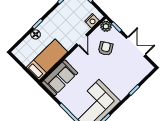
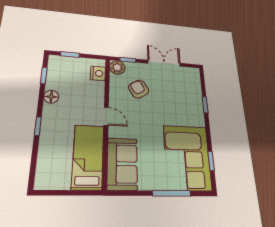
floor lamp: (36, 34) -> (51, 97), moved
door: (82, 40) -> (106, 116), moved

